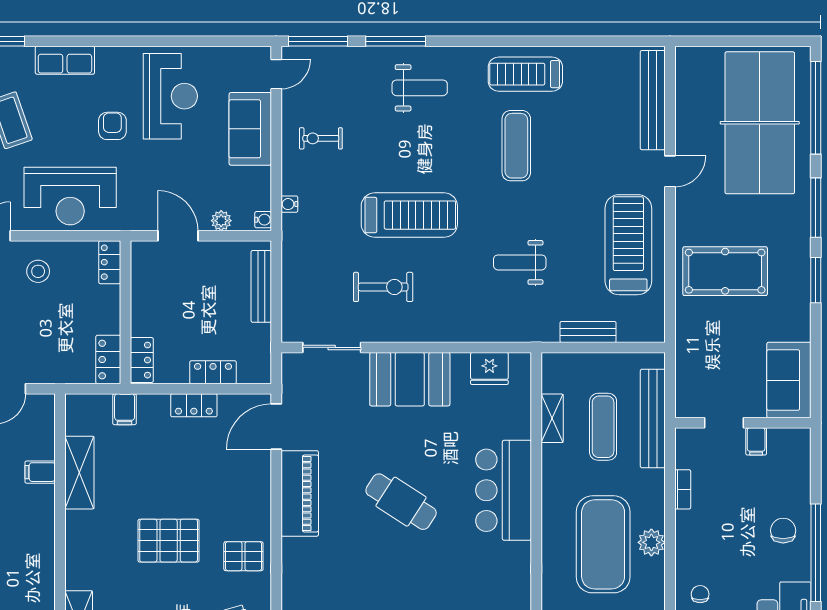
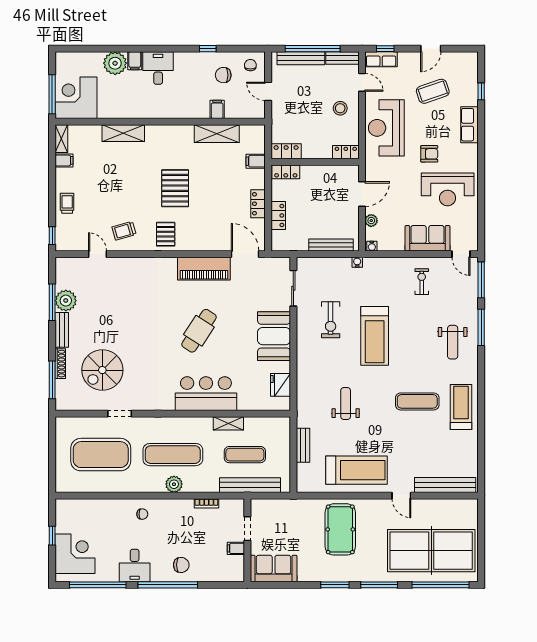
water cooler: (289, 204) -> (357, 262), moved
shelving: (552, 418) -> (228, 423), moved
exercise mat: (603, 544) -> (173, 455), width x0.68

